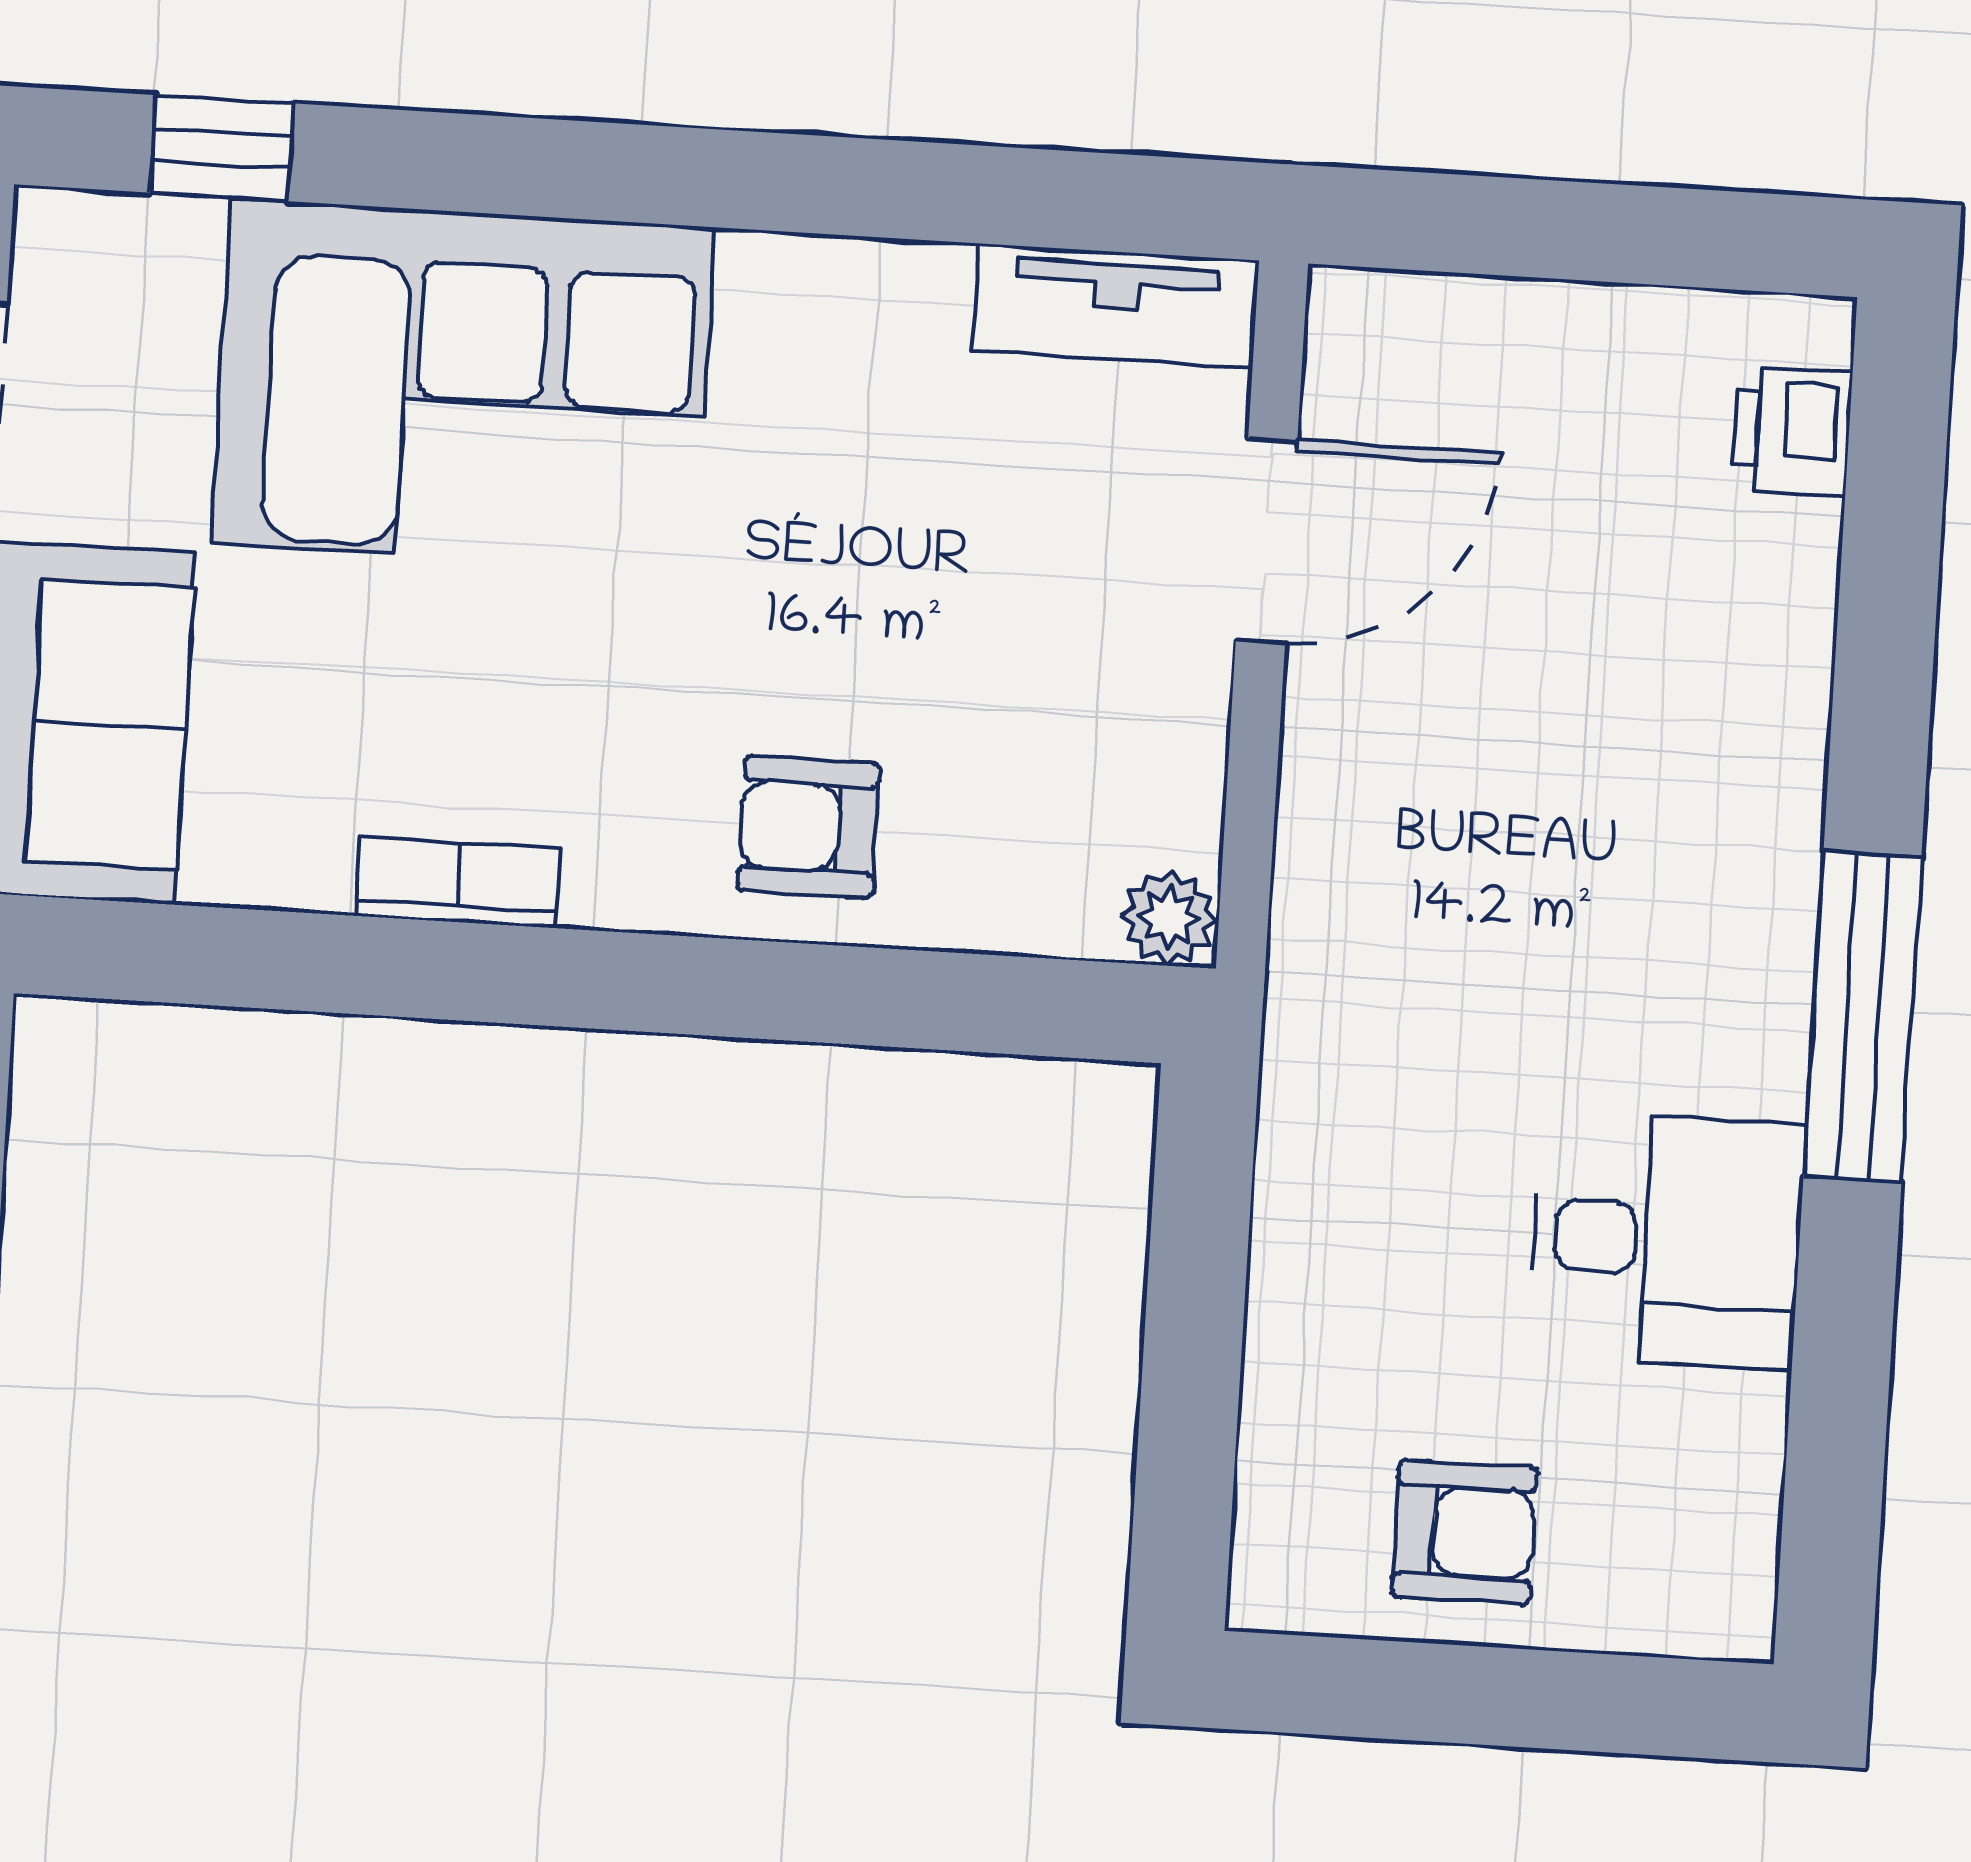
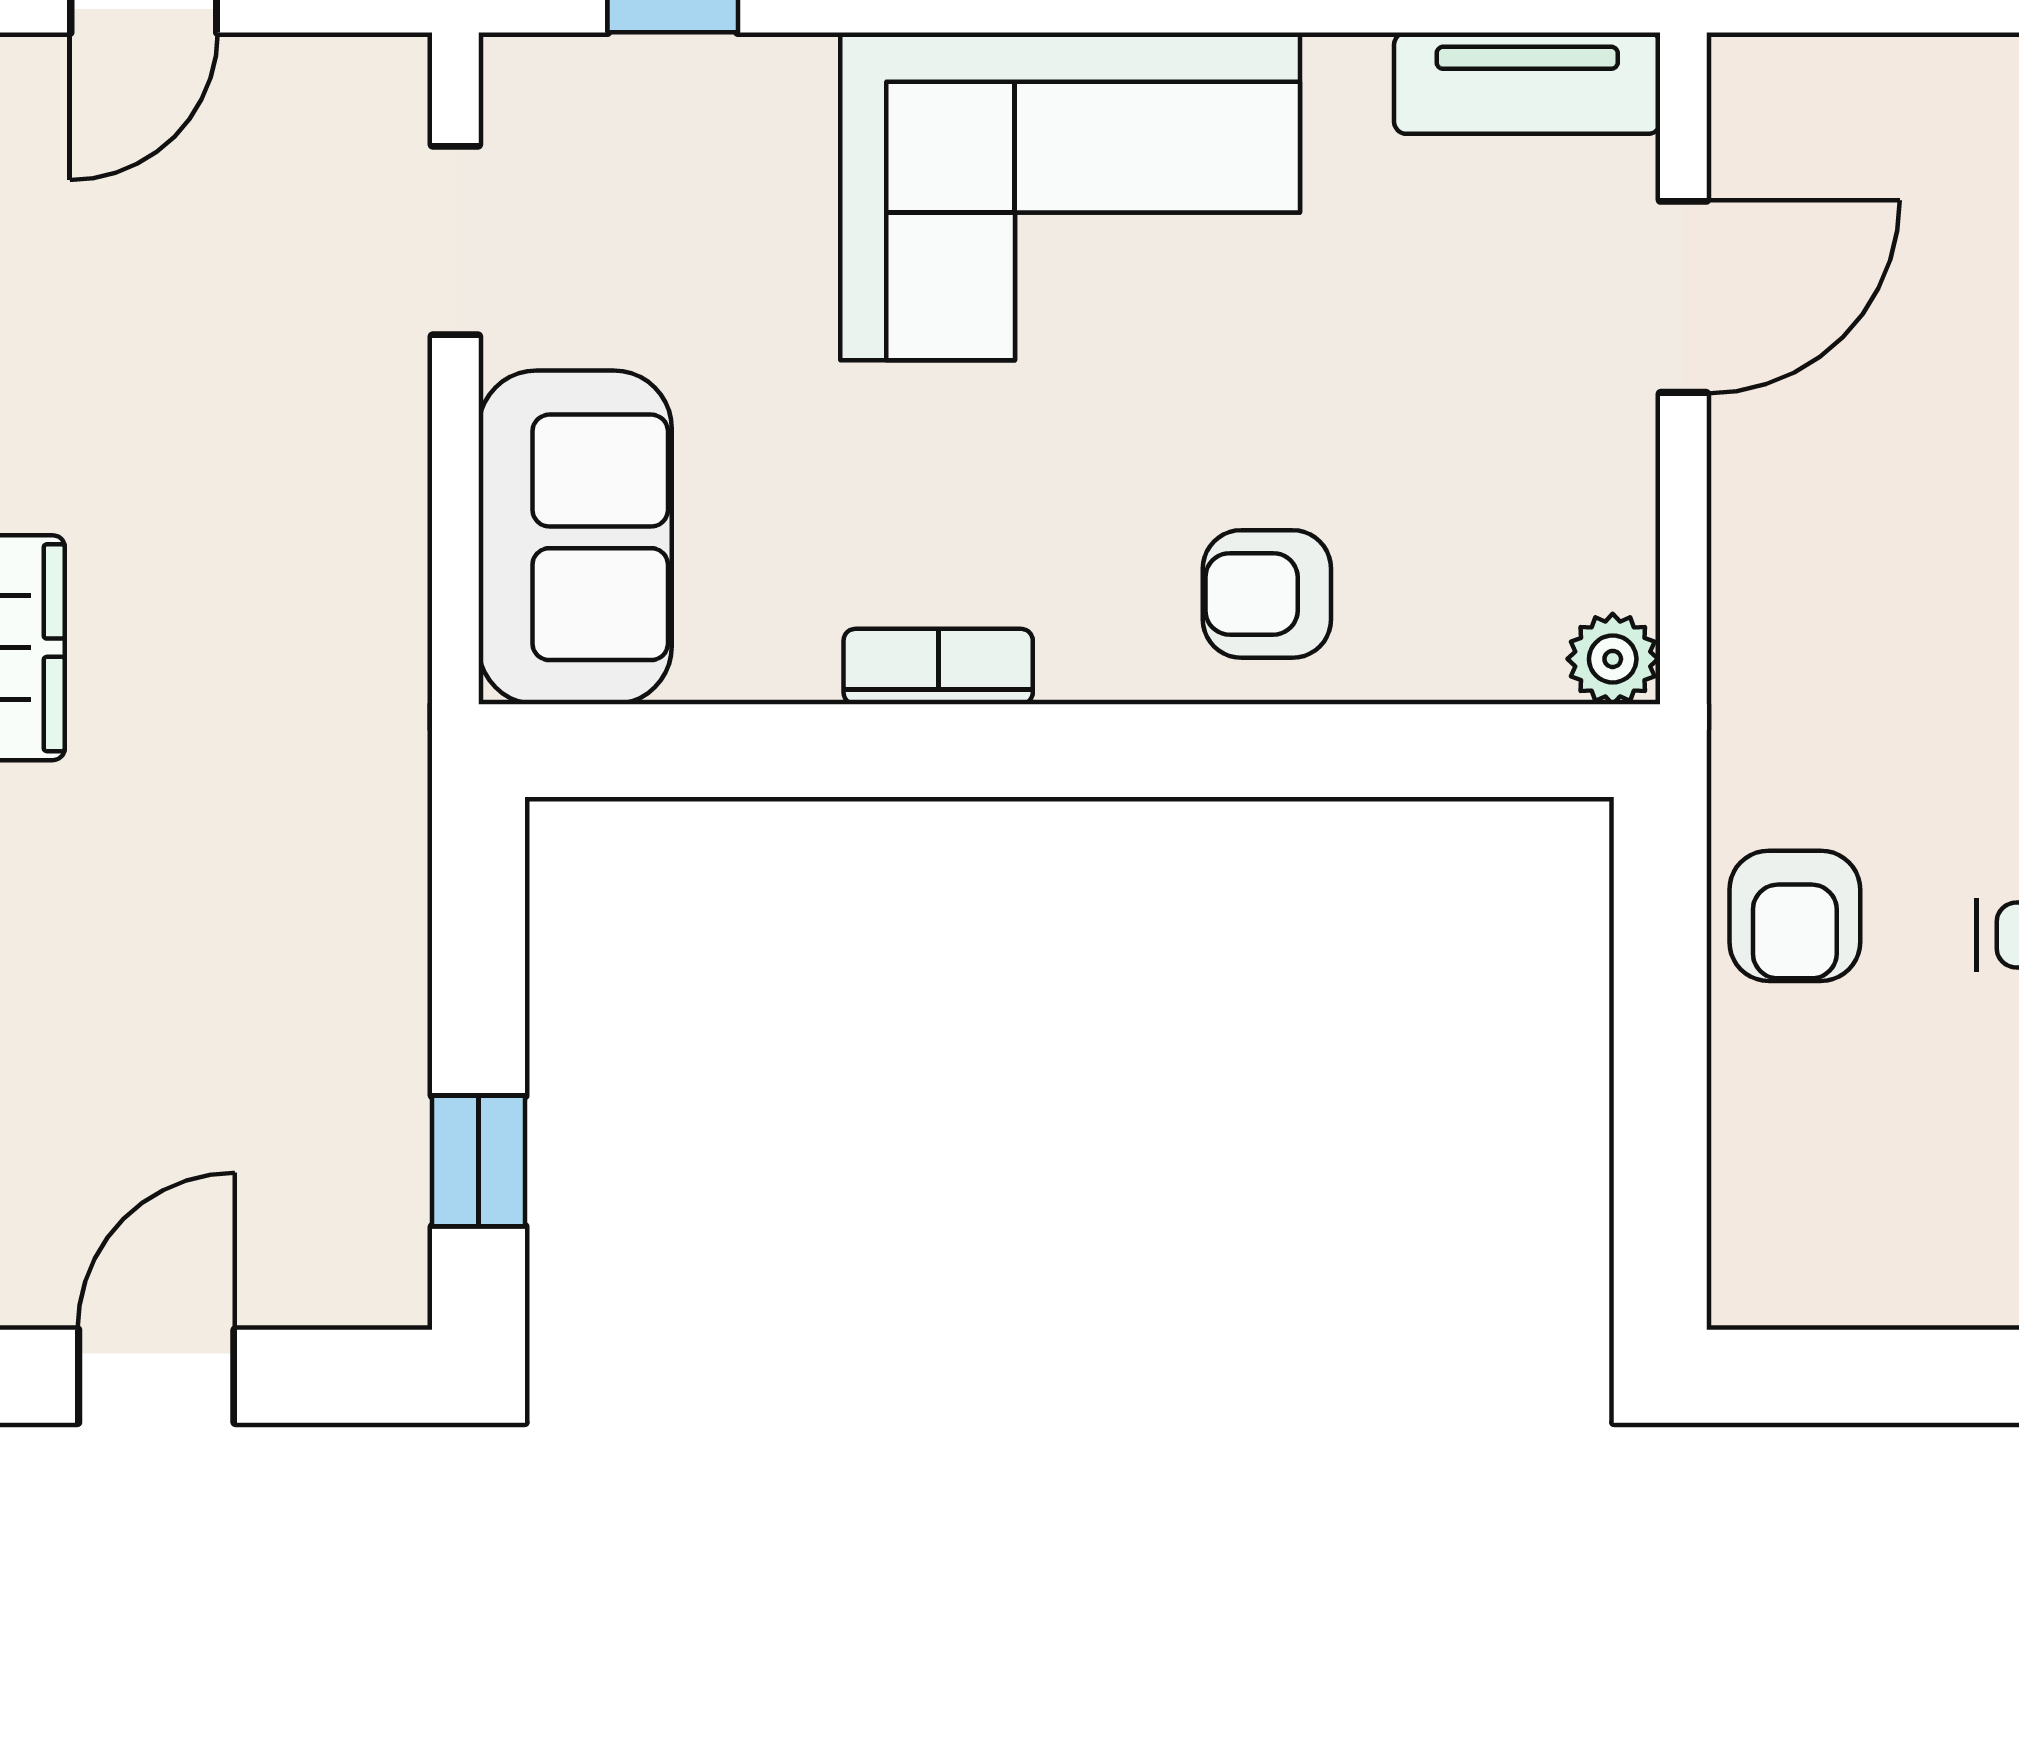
corner sofa: (463, 385) -> (1070, 196), moved
armchair: (1464, 1532) -> (1795, 916), moved, turned 90

